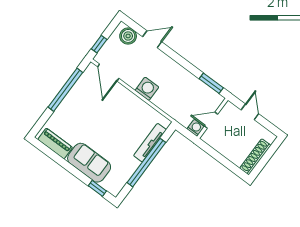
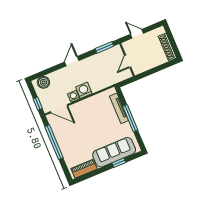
door: (152, 39) -> (72, 61), moved
washing machine: (196, 128) -> (74, 96), moved
sofa: (89, 163) -> (114, 152), width x1.36
window: (146, 163) -> (130, 118), width x0.68
window: (97, 188) -> (119, 163), moved

